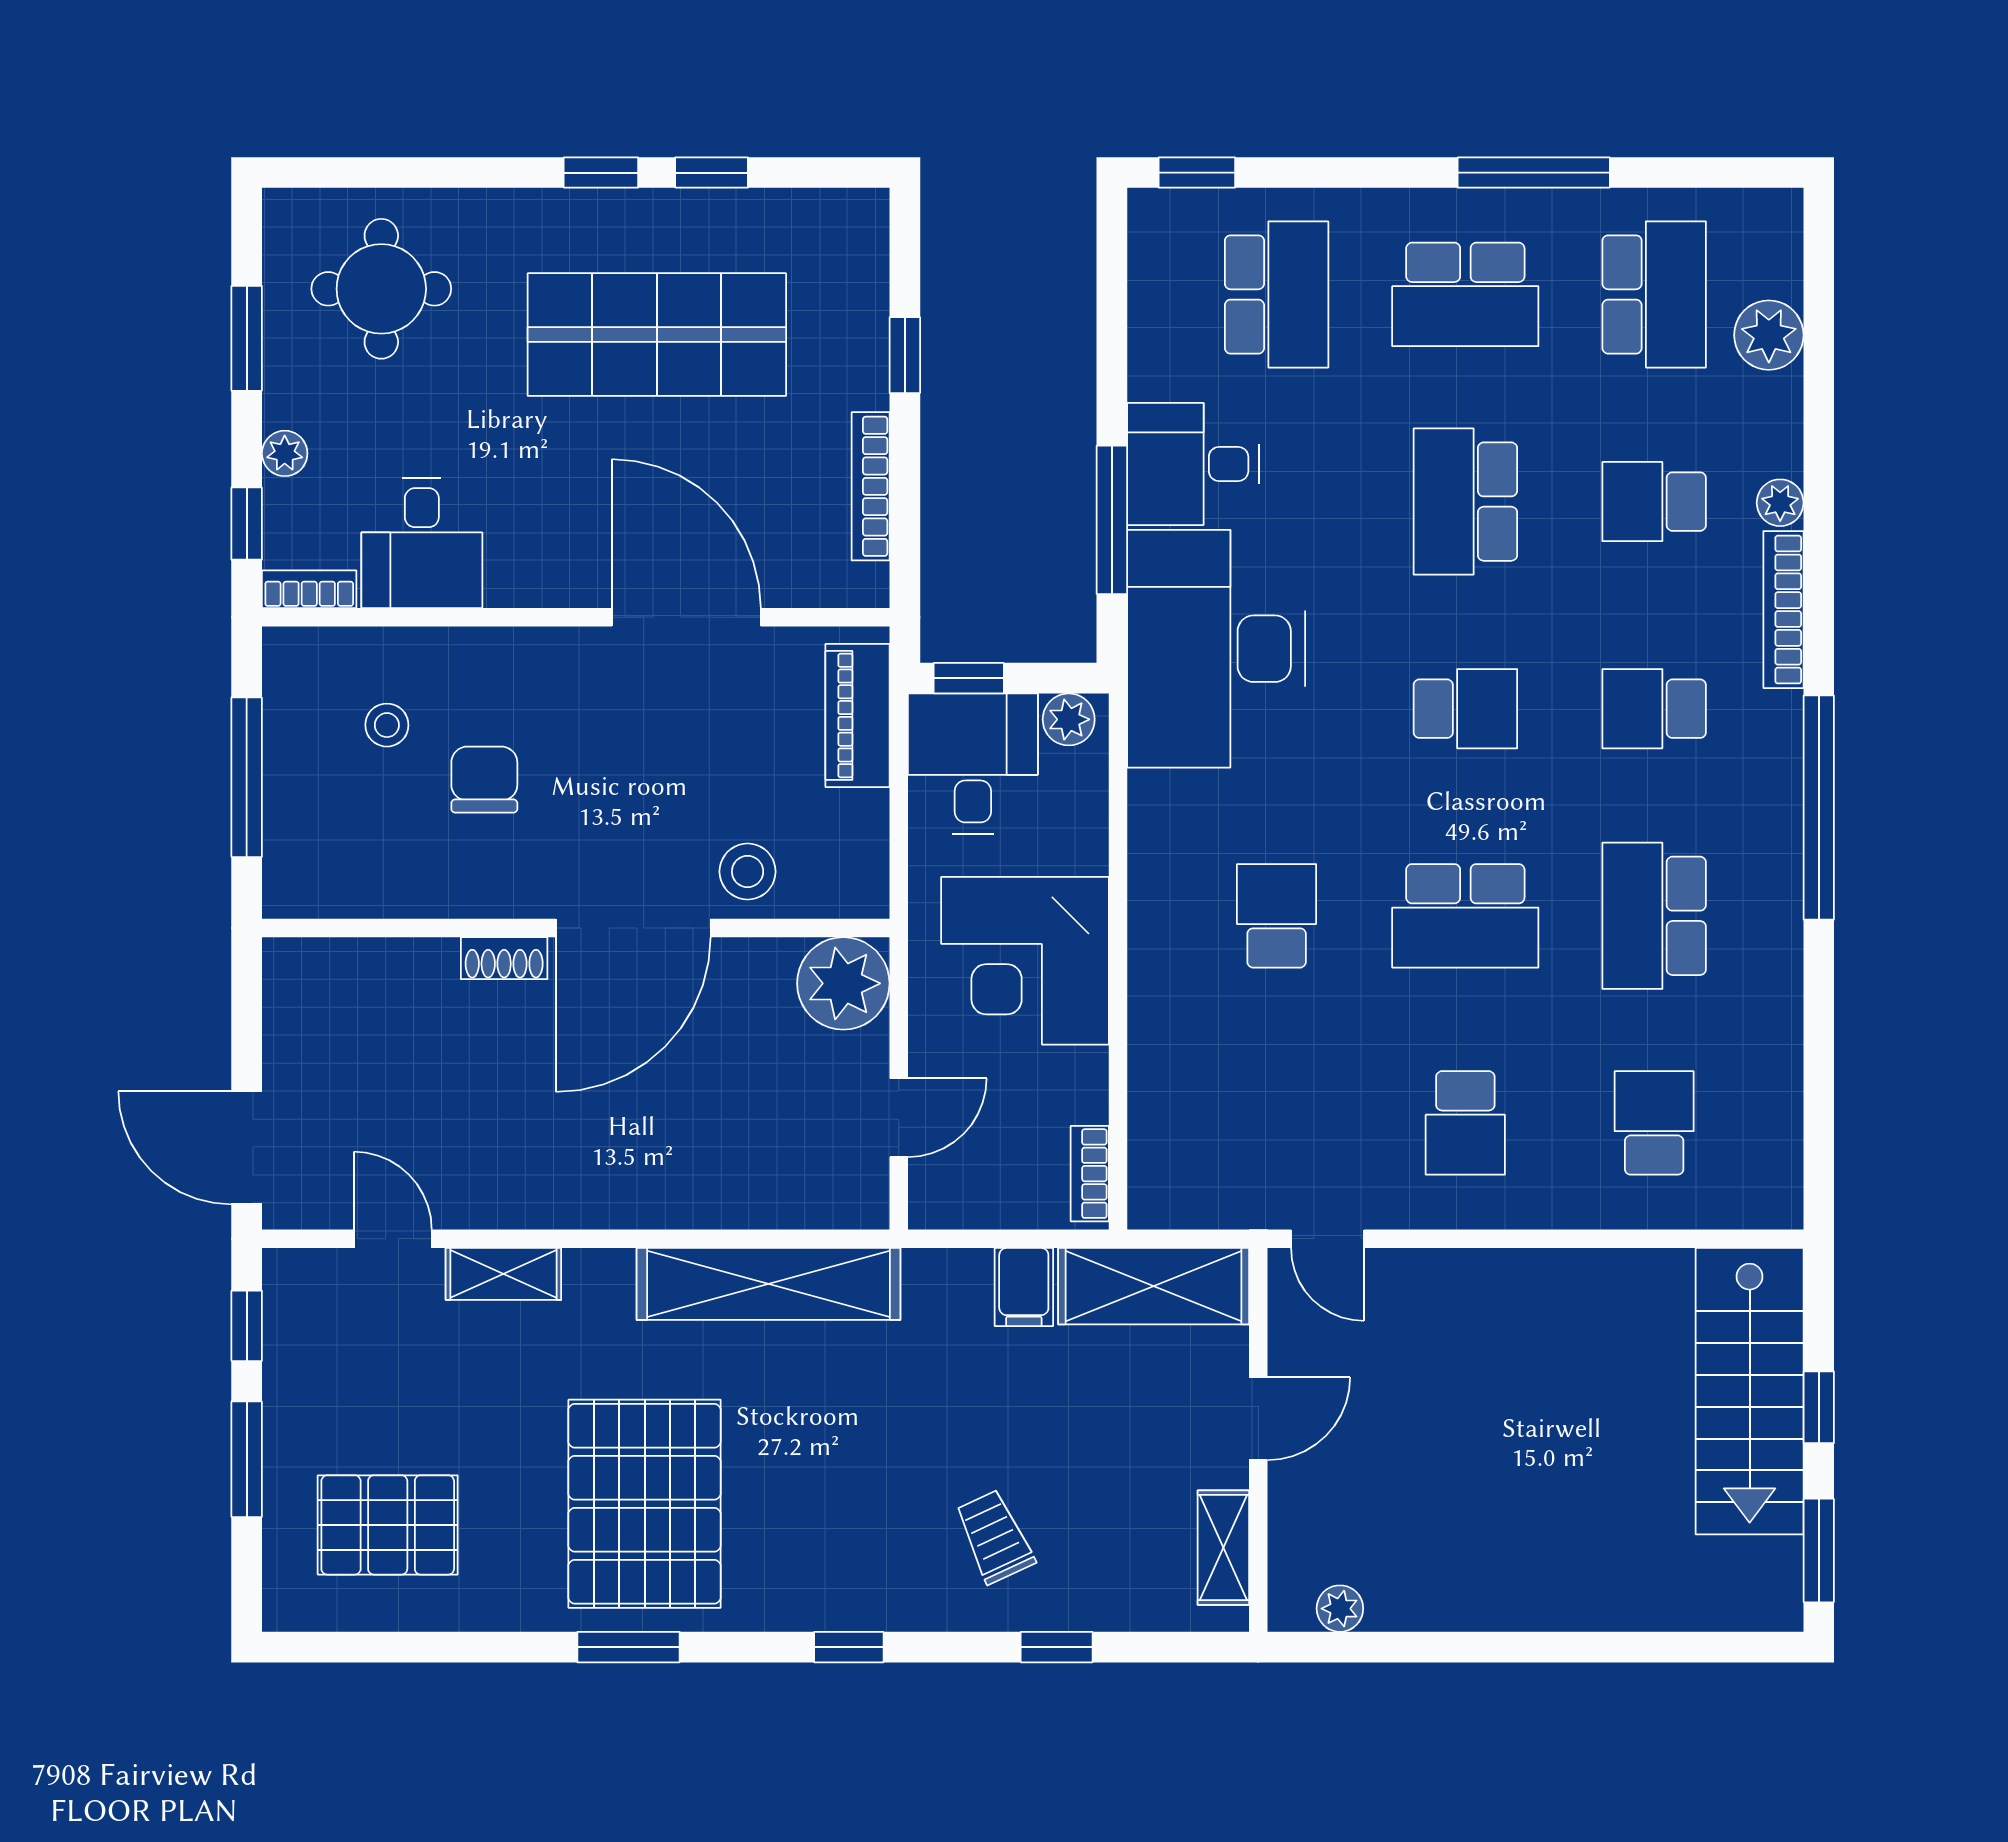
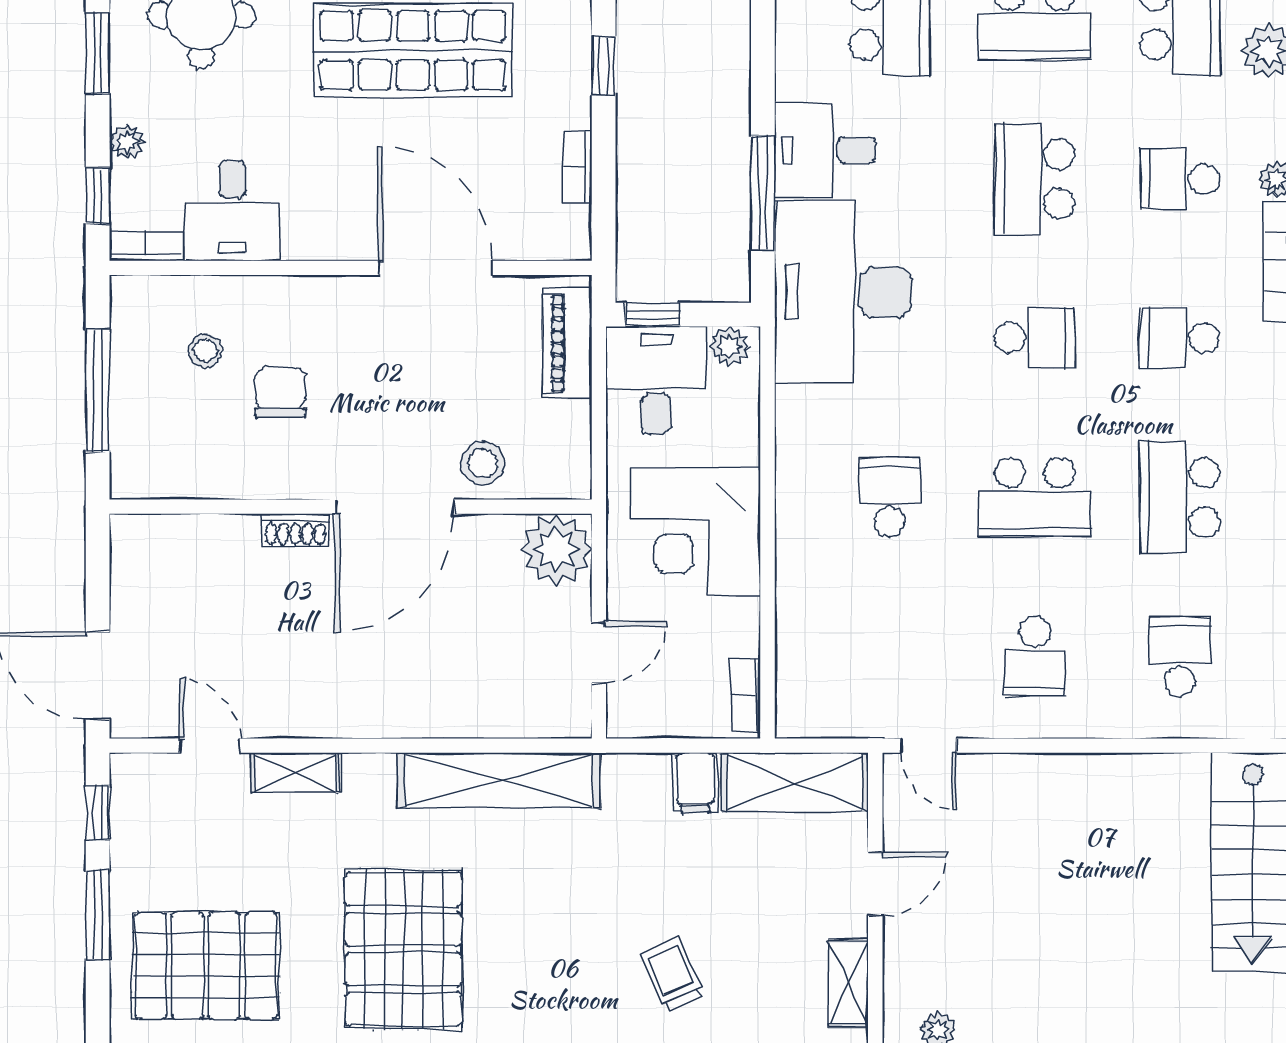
bookcase: (871, 486) -> (577, 167), width x0.64
pallet: (388, 1525) -> (206, 966), width x1.37, depth x1.41

